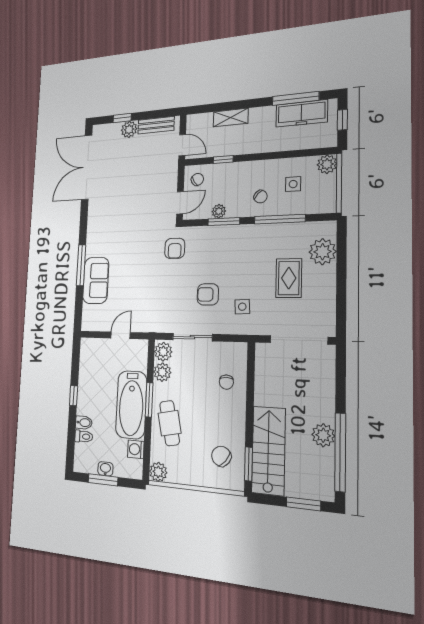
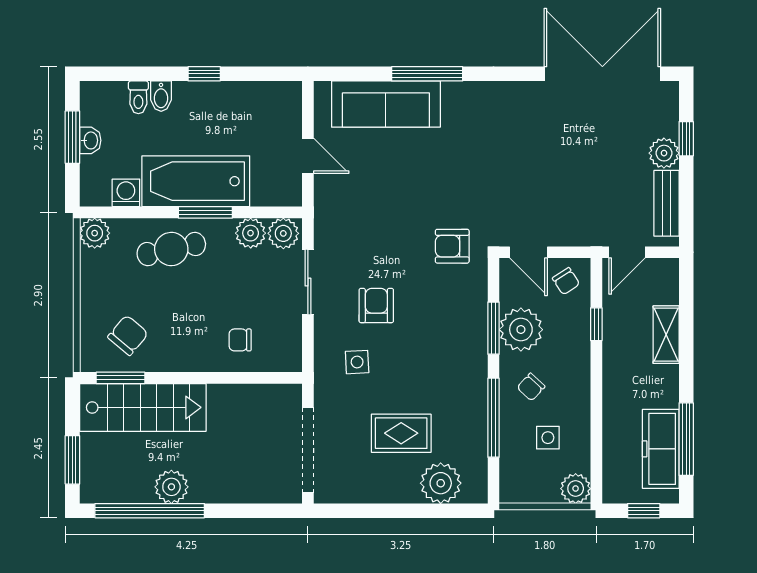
plant: (219, 211) -> (521, 330), width x1.87, depth x1.87
sofa: (96, 280) -> (386, 104), width x1.36

